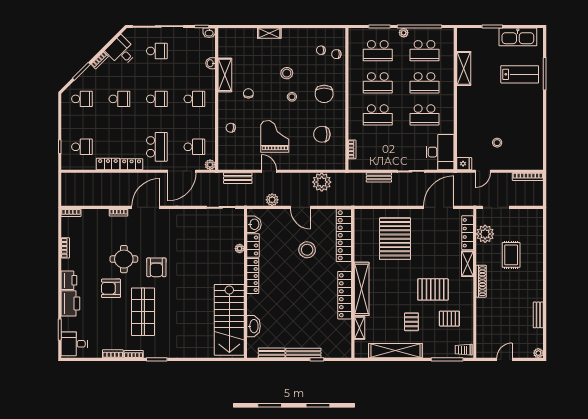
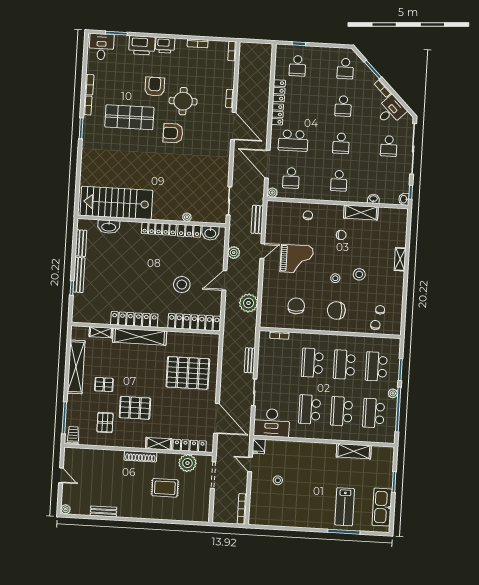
pallet: (433, 289) -> (135, 408), turned 90

